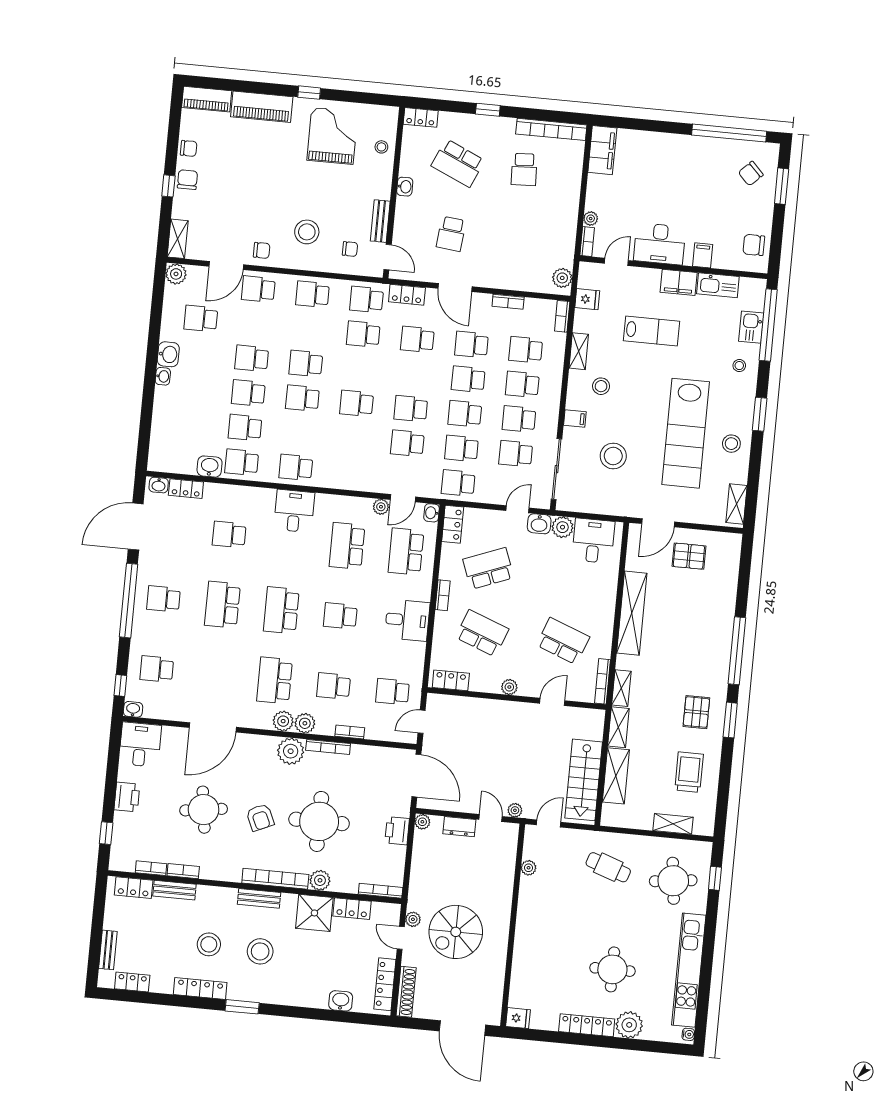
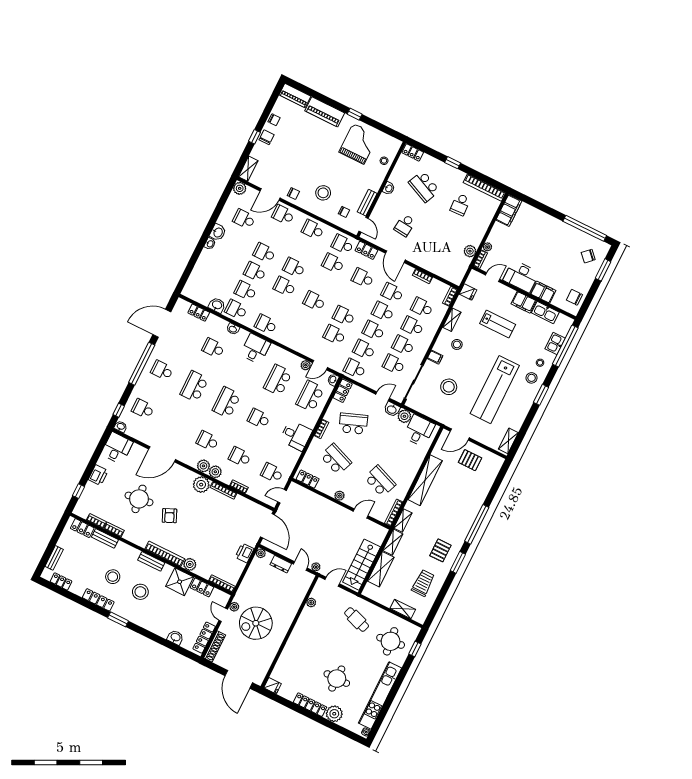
filing cabinet: (703, 255) -> (543, 292), width x2.00
plant: (562, 278) -> (470, 251), moved
stool: (731, 444) -> (532, 378), moved
washbasin: (159, 485) -> (233, 329), moved
school desk: (275, 680) -> (207, 441), width x0.54
round table: (319, 821) -> (202, 531), removed

